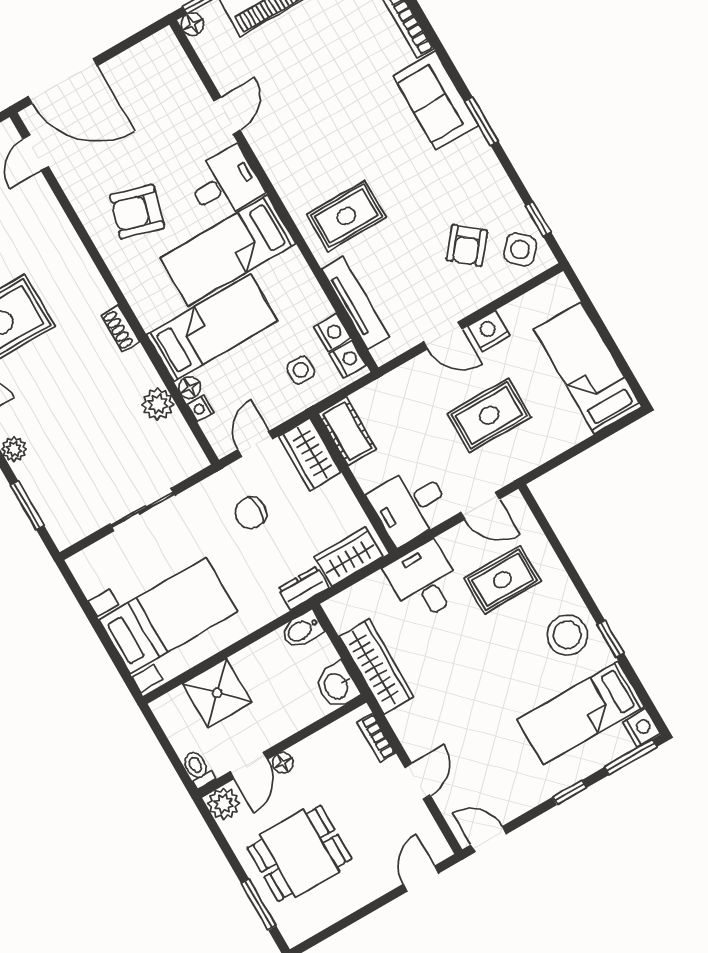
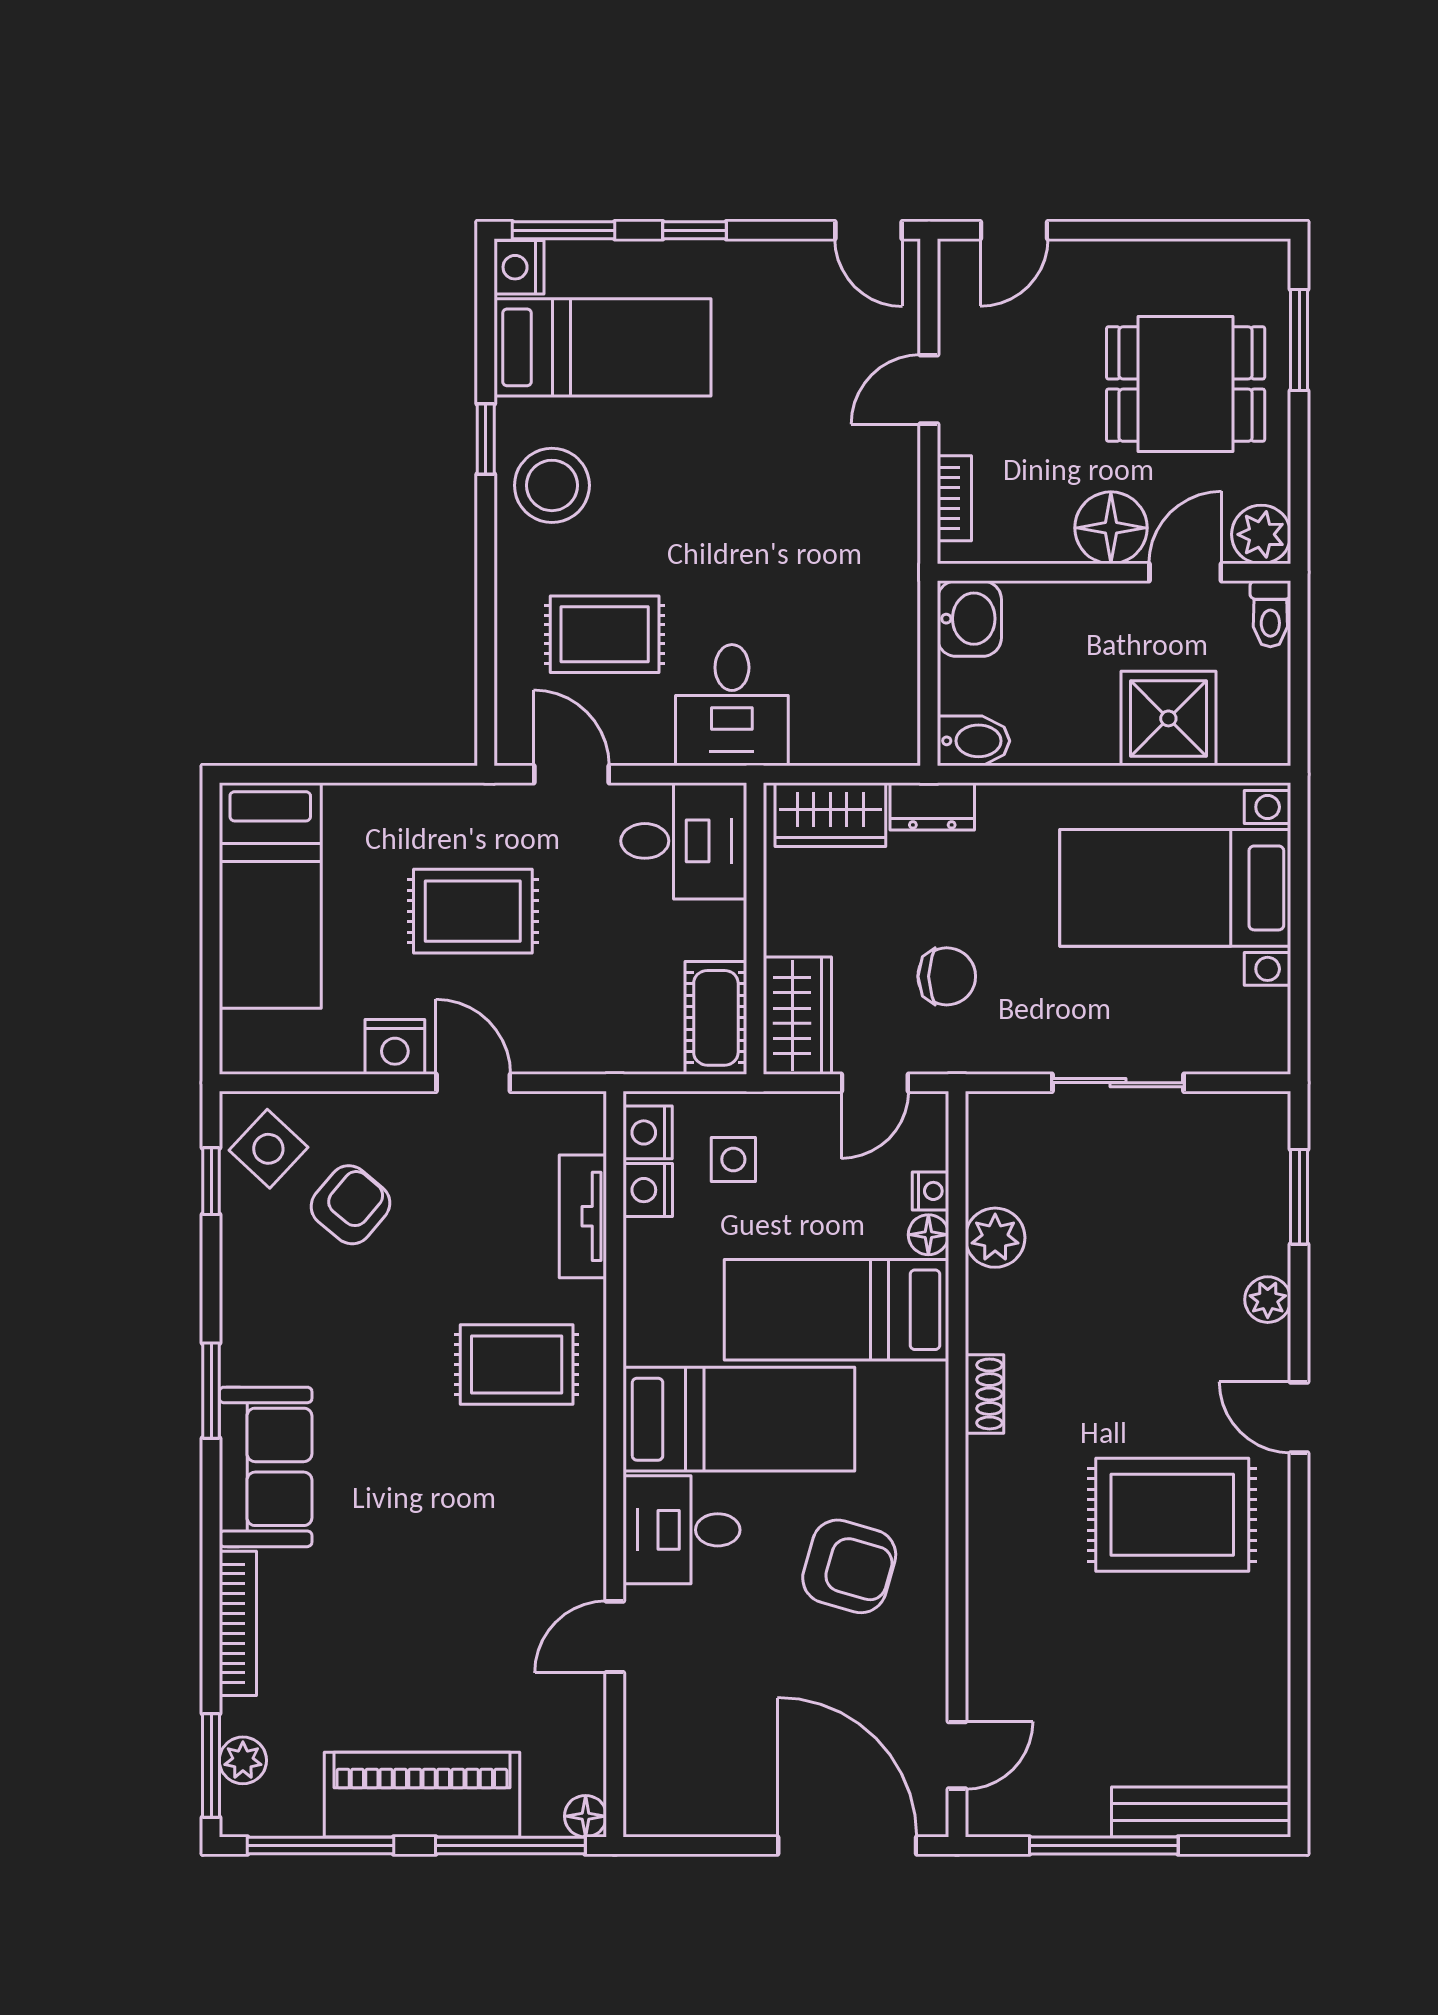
tv unit: (355, 303) -> (583, 1216), width x0.71
wardrobe: (376, 666) -> (888, 613), removed
floor lamp: (283, 763) -> (1111, 528), width x1.89, depth x1.89

